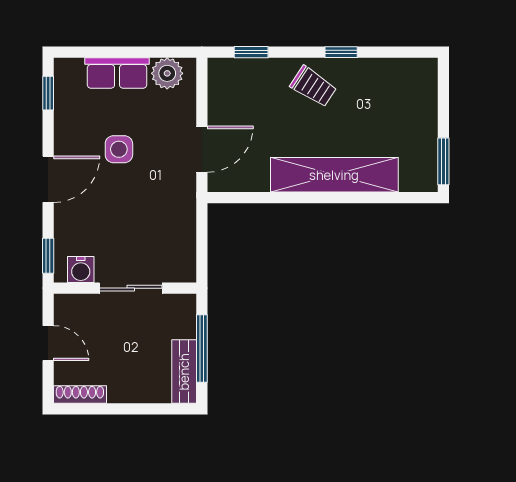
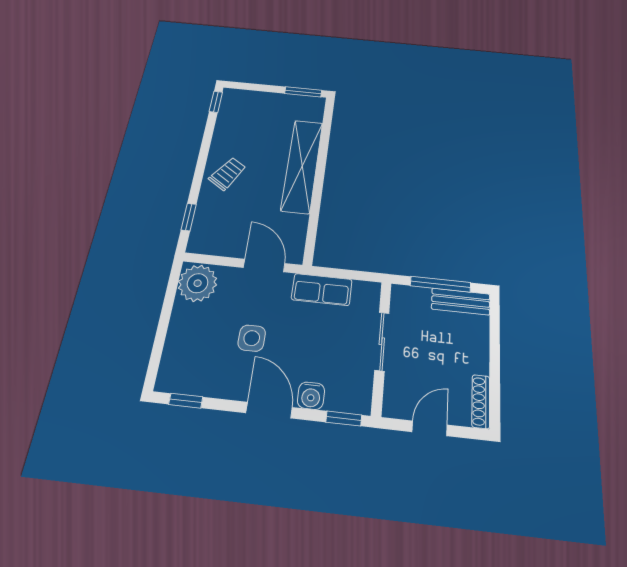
window: (341, 52) -> (216, 102), moved
row of seats: (117, 73) -> (322, 290), moved, turned 90
plant: (167, 73) -> (198, 283), width x1.36, depth x1.36
water cooler: (81, 270) -> (311, 396), moved, turned 90

